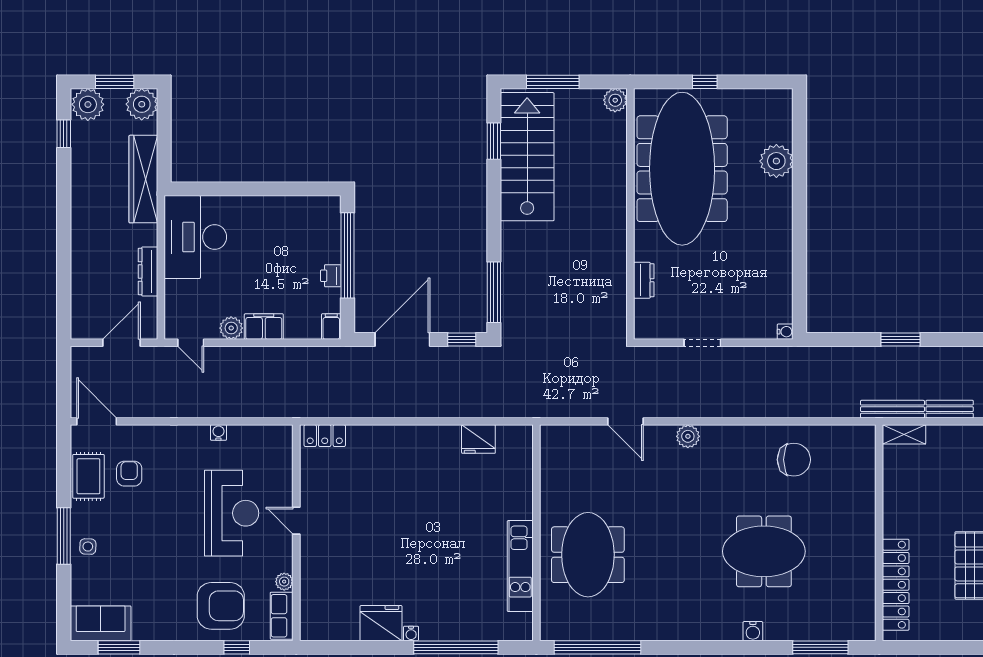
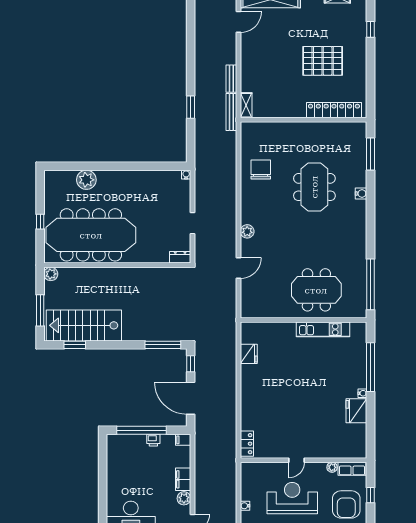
dresser: (644, 280) -> (180, 257), moved
armchair: (221, 606) -> (346, 504), turned 180

